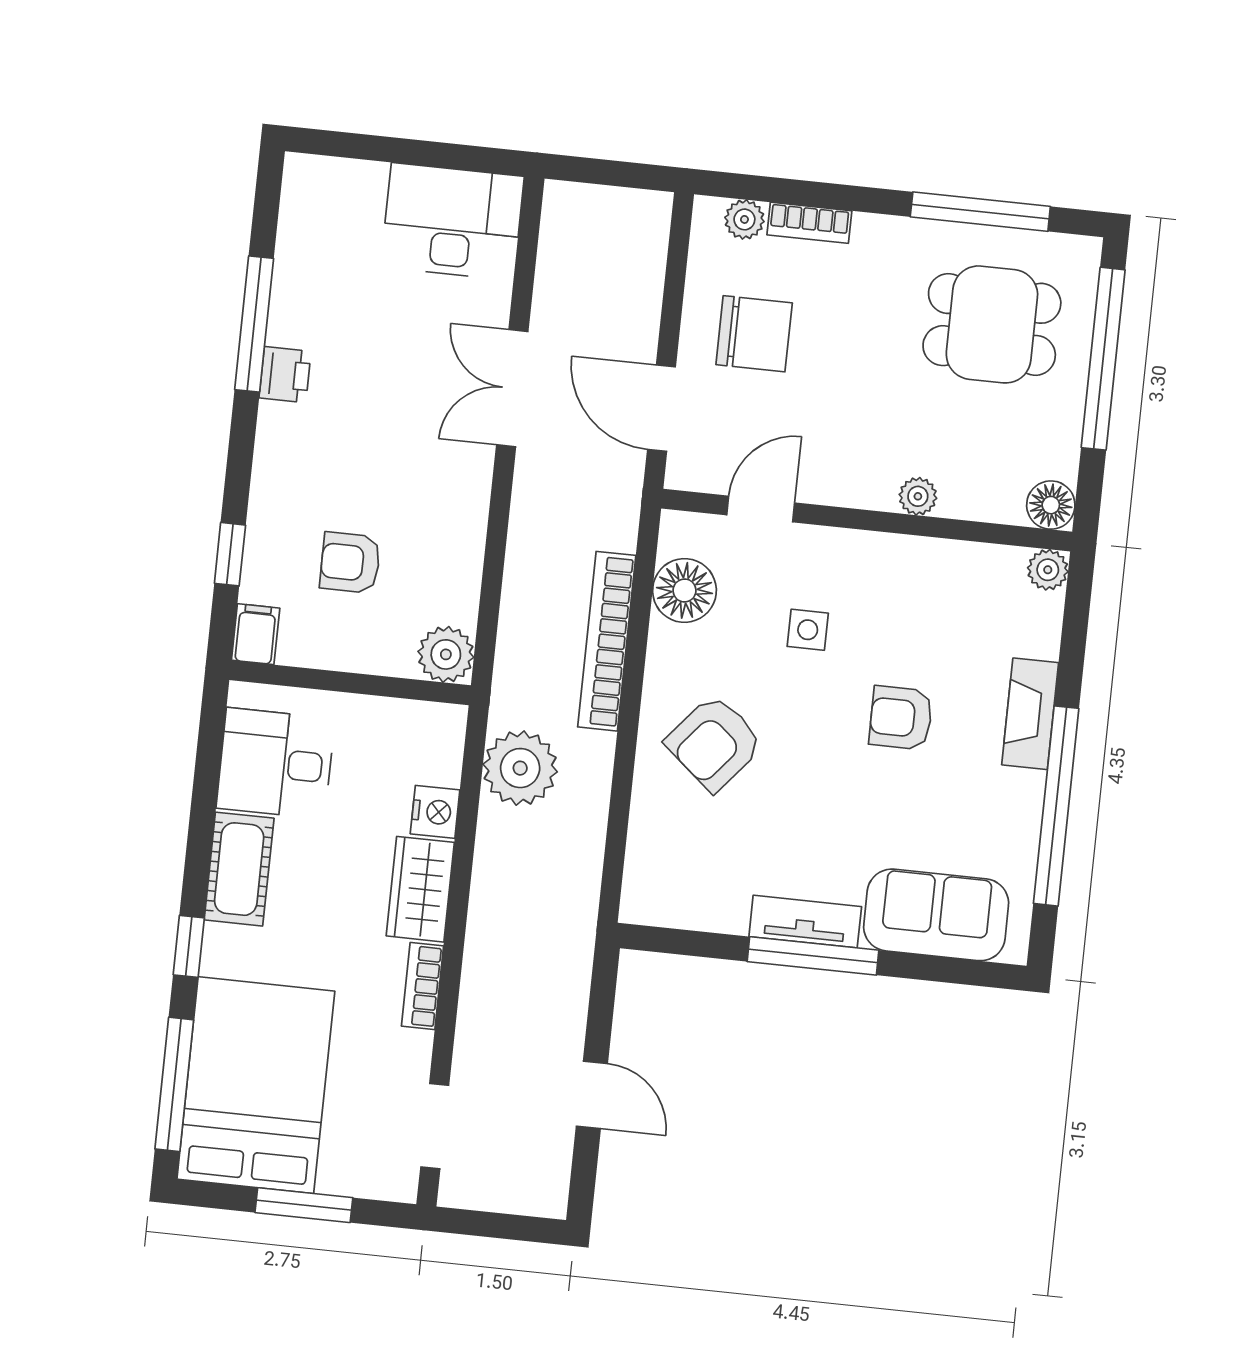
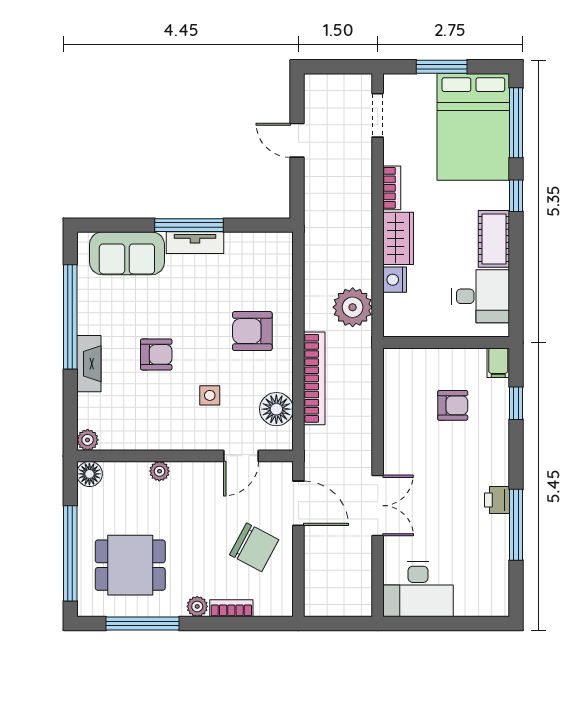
plant: (744, 219) -> (197, 606), moved
chair: (754, 334) -> (254, 547), turned -152
plant: (446, 654) -> (398, 363), removed
armchair: (714, 743) -> (252, 331), turned -130

